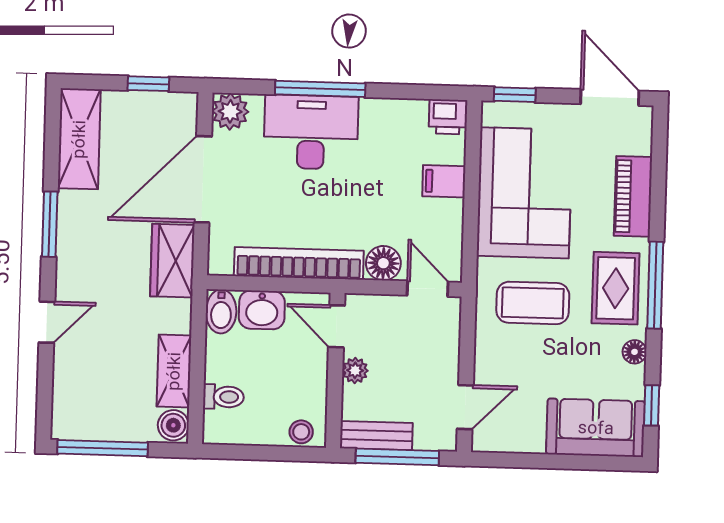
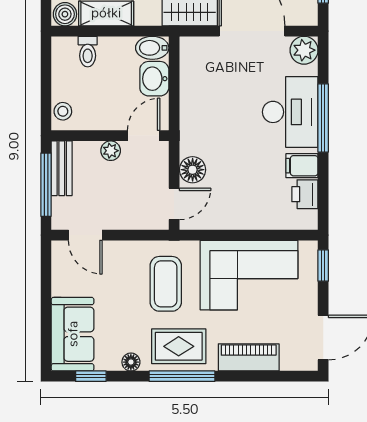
printer: (448, 117) -> (305, 194), moved
filing cabinet: (444, 181) -> (302, 166), moved, turned -90
bookcase: (299, 263) -> (190, 106), removed

